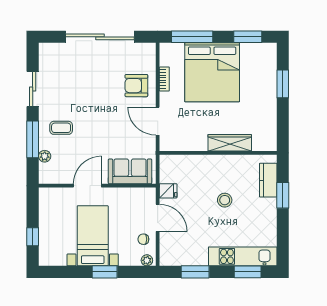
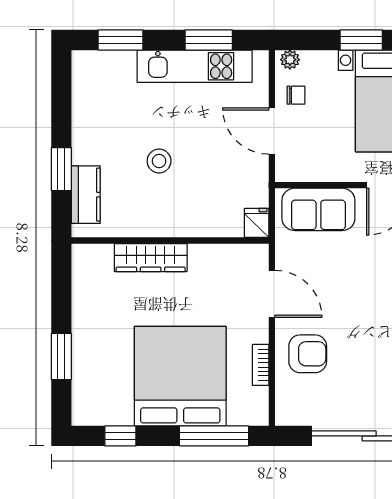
window: (248, 37) -> (120, 436), width x0.67
fridge: (168, 191) -> (257, 223), moved, turned 90
kitchen unit: (243, 256) -> (195, 66), moved

